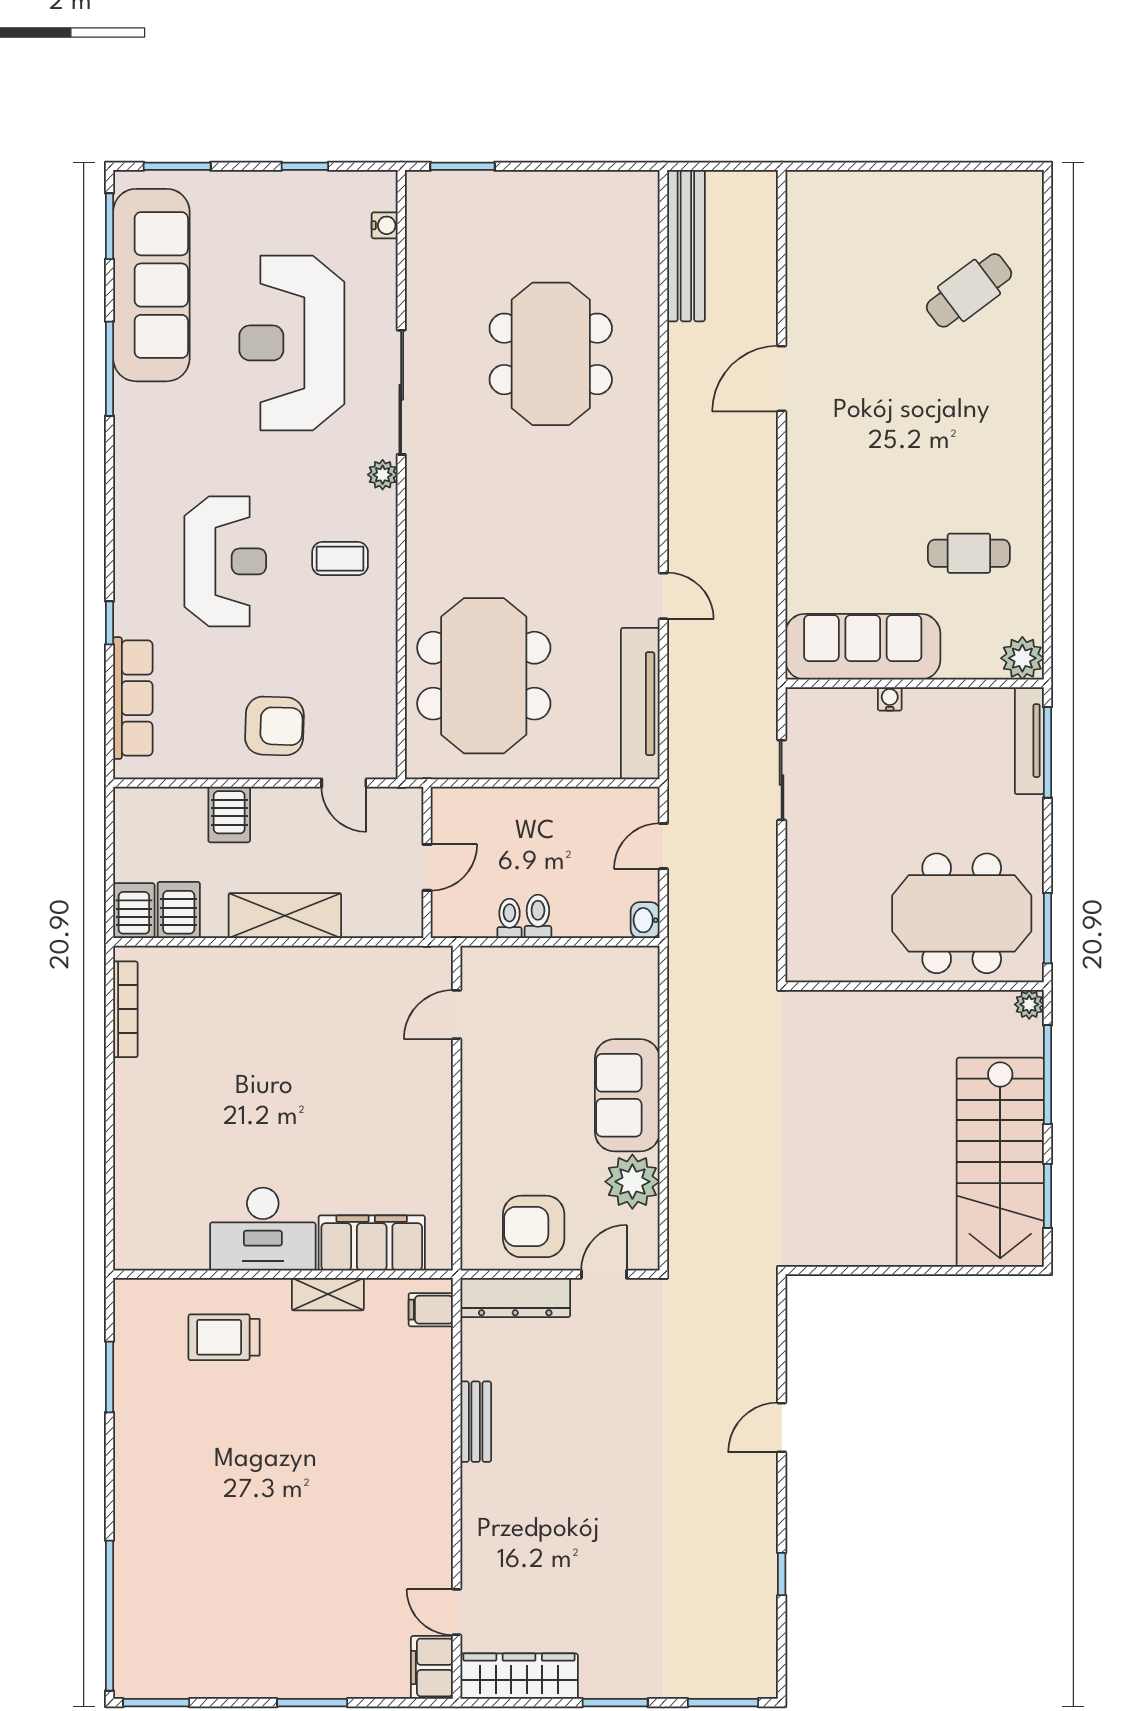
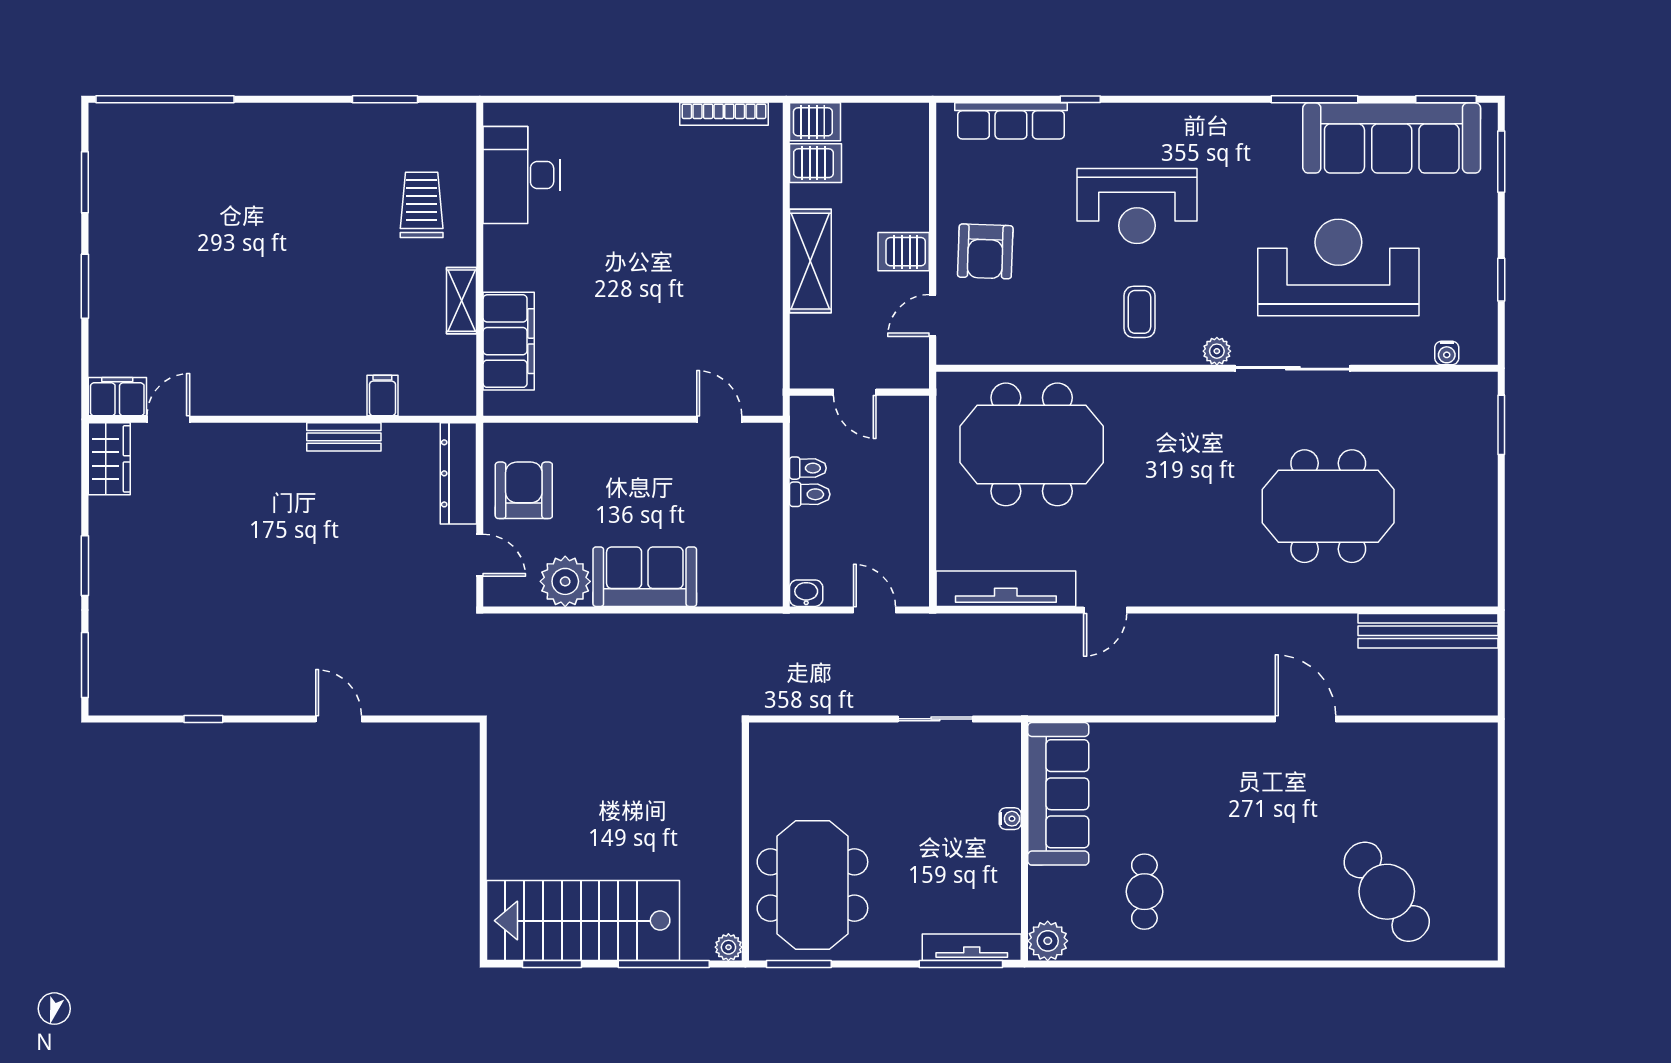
cafe table: (969, 290) -> (1387, 892), width x1.37, depth x1.35
server rack: (229, 814) -> (904, 252), moved
desk: (263, 1229) -> (521, 175), moved
filing cabinet: (431, 1310) -> (382, 396), moved
wardrobe: (519, 1676) -> (109, 459), width x0.67
window: (156, 1703) -> (85, 182), moved

